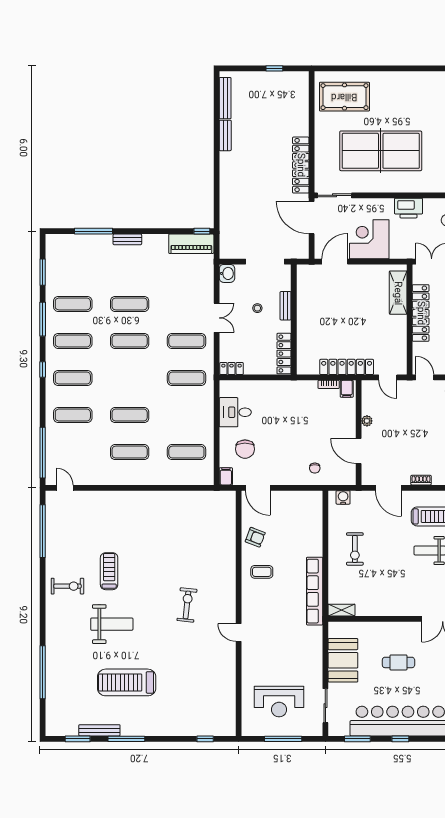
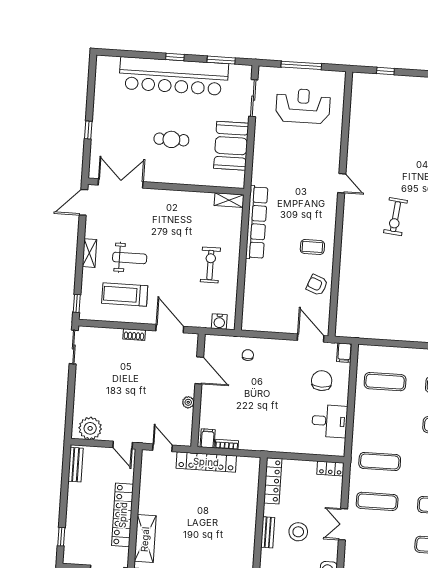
stool: (257, 308) -> (298, 532), width x1.89, depth x1.89

